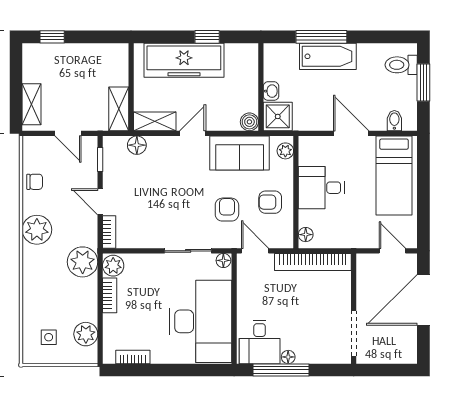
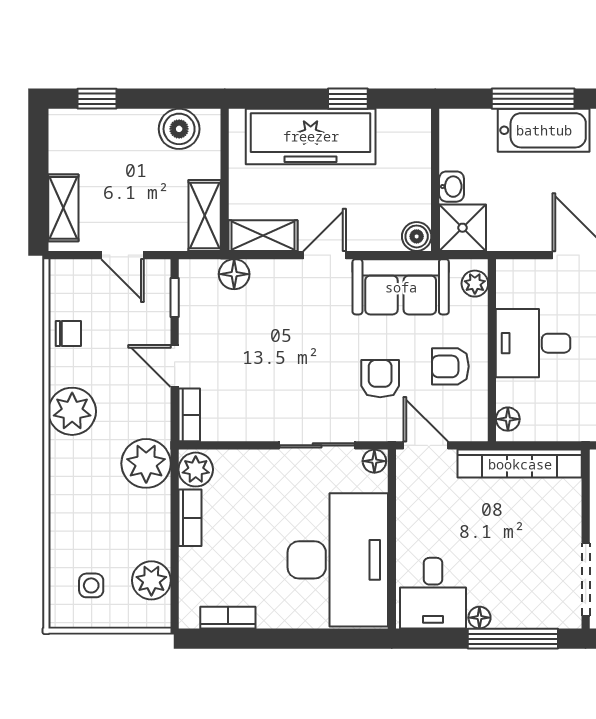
boiler: (103, 56) -> (179, 129), added
window: (281, 370) -> (513, 639), moved

